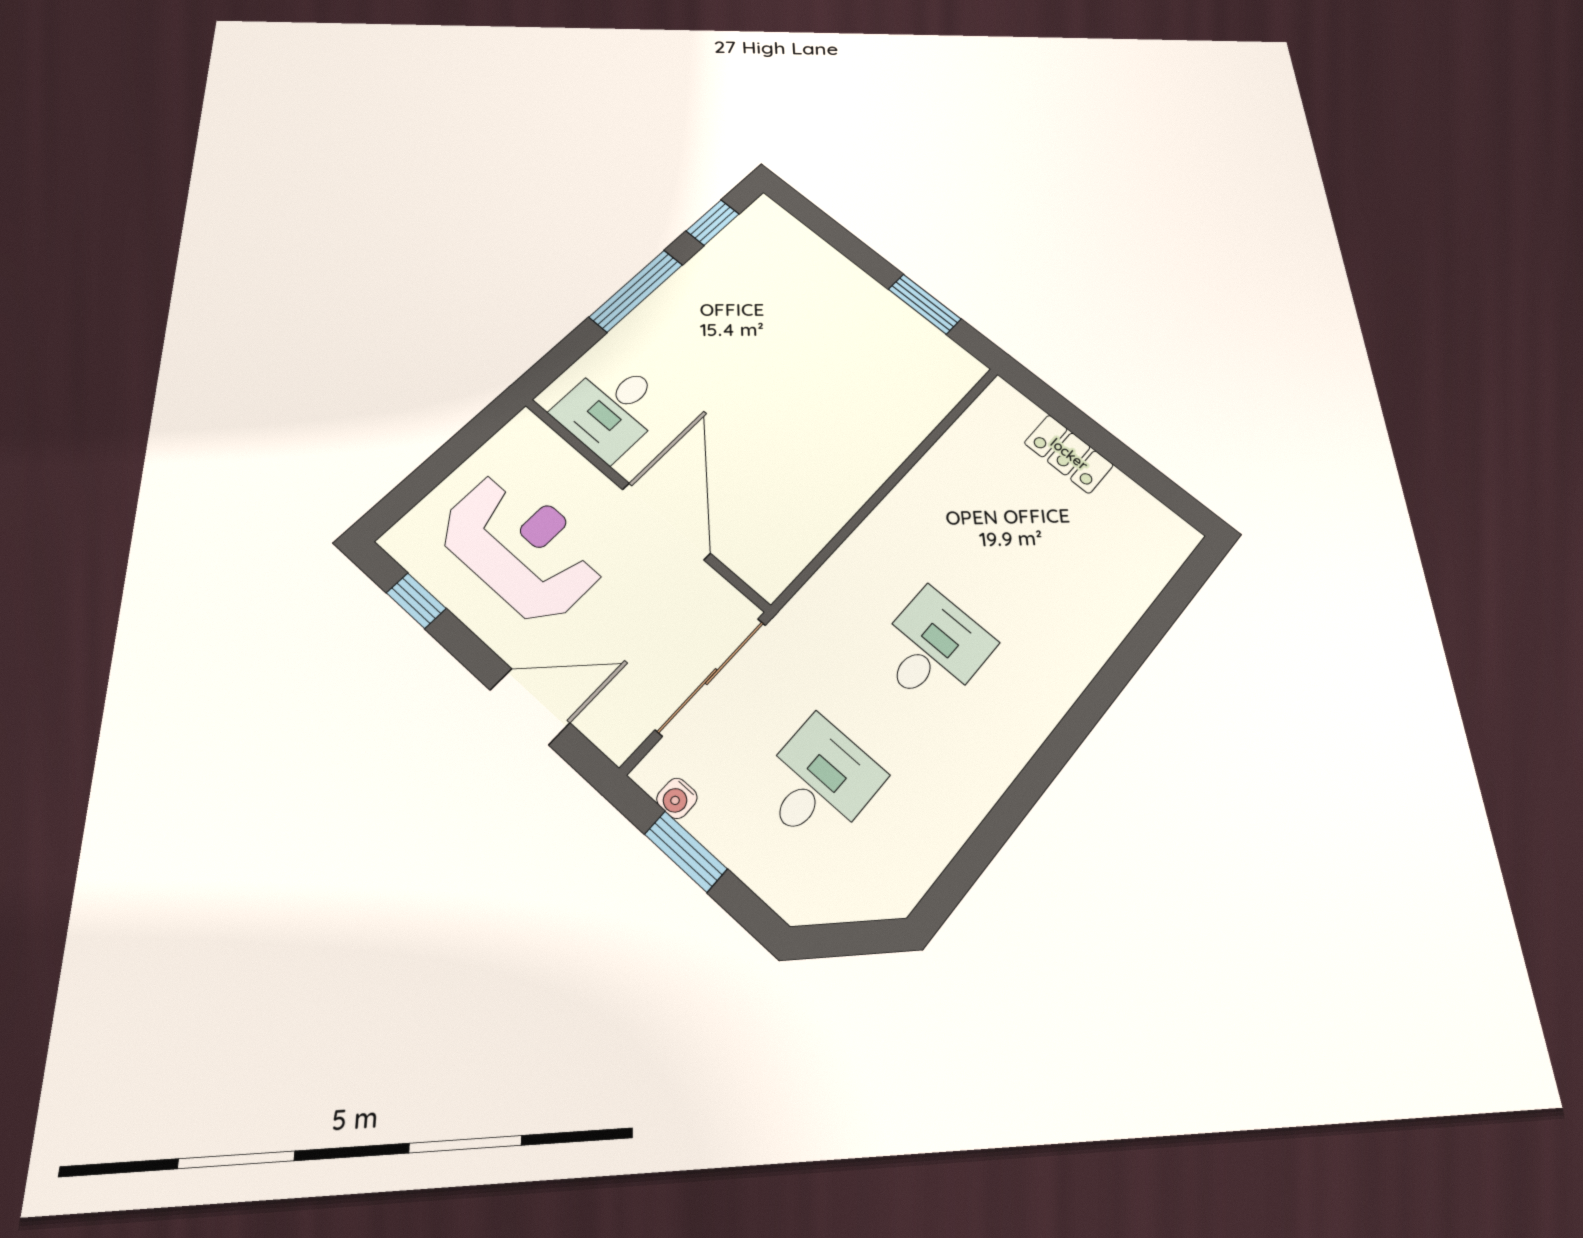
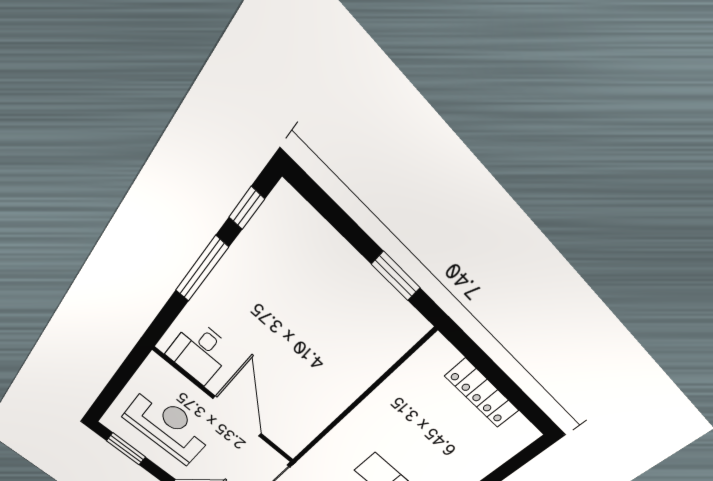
locker: (1069, 454) -> (482, 393), width x1.53
window: (416, 601) -> (126, 449), width x1.50

